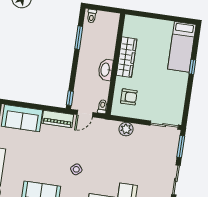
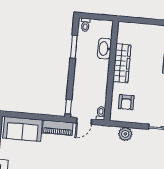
washbasin: (106, 70) -> (104, 49), moved
armchair: (129, 97) -> (126, 102), turned 90

